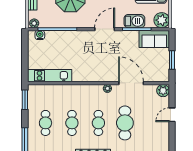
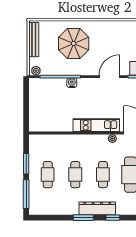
water cooler: (40, 35) -> (72, 83), moved
kitchen unit: (50, 76) -> (96, 125), moved
window: (25, 100) -> (26, 164), moved

